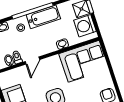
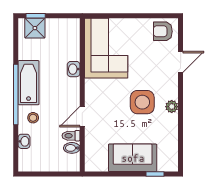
washing machine: (85, 26) -> (59, 31), removed
door: (32, 61) -> (82, 117), swing flipped

